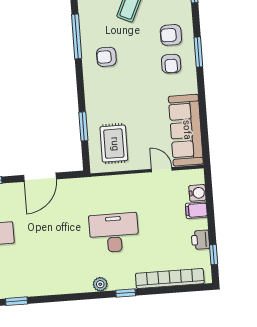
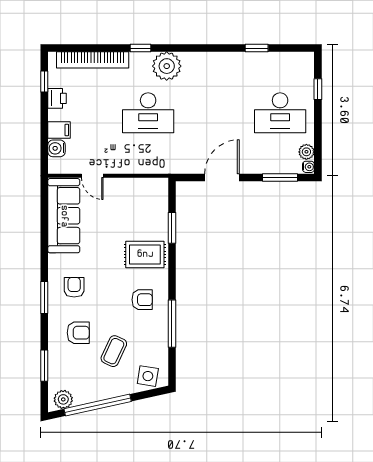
armchair: (171, 35) -> (78, 333), moved
rug: (114, 144) -> (145, 254), moved, turned 90
plant: (100, 284) -> (167, 66), width x1.87, depth x1.87

